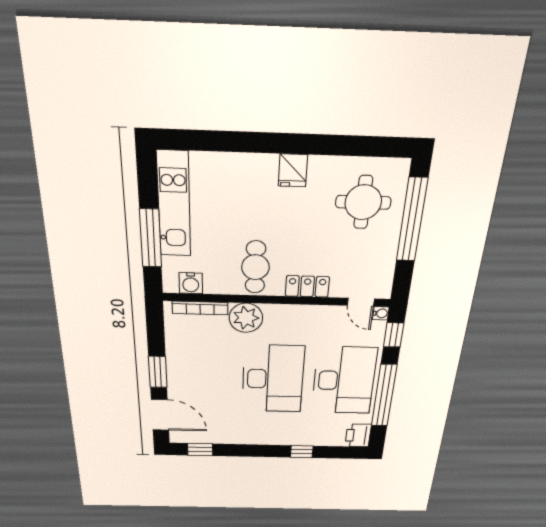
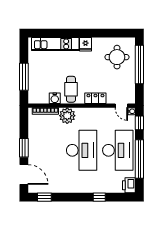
kitchen unit: (174, 205) -> (55, 44), moved, turned 90
water cooler: (191, 283) -> (55, 98), moved

